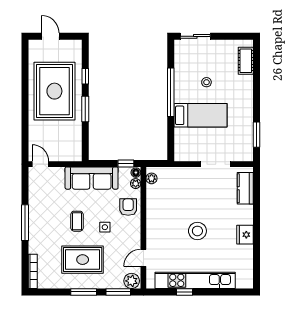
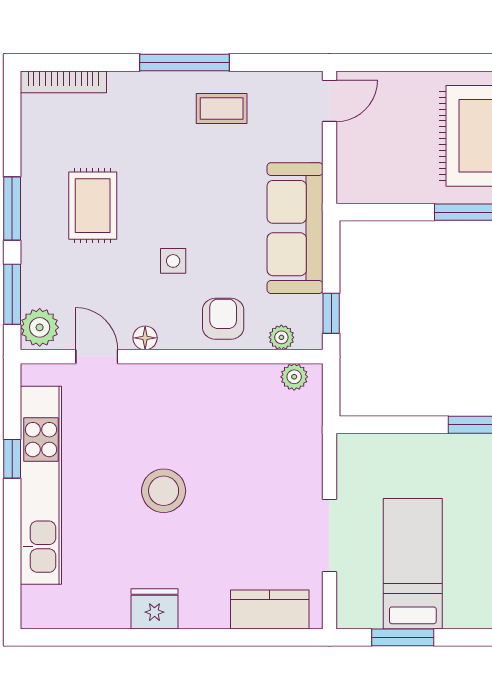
bed: (201, 115) -> (413, 564), moved, turned 180
floor lamp: (136, 173) -> (145, 338), moved
armchair: (128, 207) -> (223, 319), turned -90
coffee table: (77, 221) -> (222, 109), moved
rug: (83, 260) -> (93, 206), width x0.73, depth x0.70

